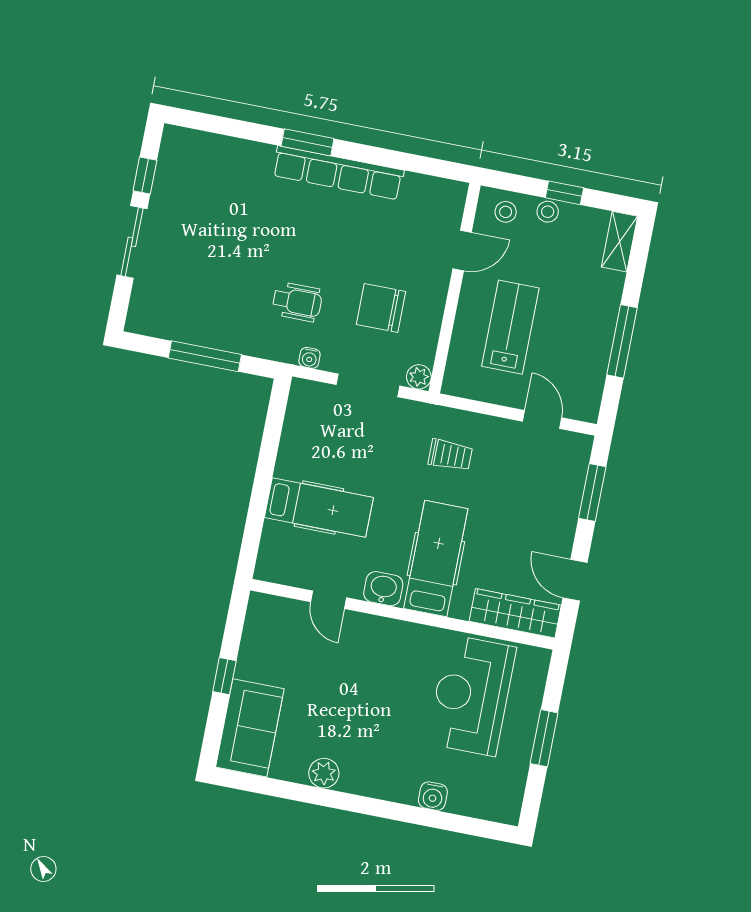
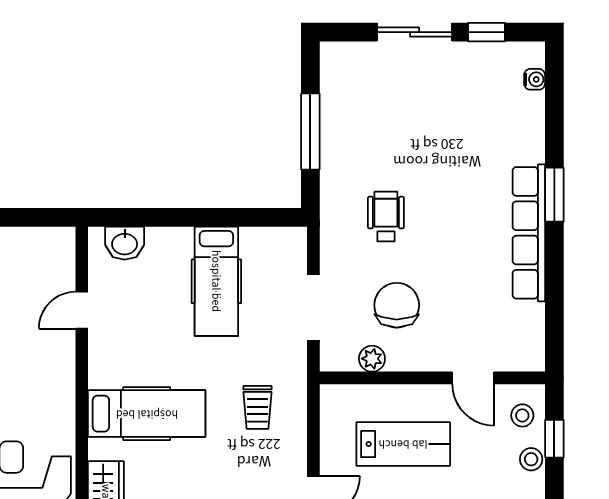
window: (564, 193) -> (554, 439), moved
wheelchair: (297, 302) -> (386, 217), turned 180
water cooler: (310, 358) -> (535, 79), moved, turned 180
plant: (419, 377) -> (372, 359), moved
hospital bed: (319, 508) -> (216, 281), moved
washbasin: (383, 589) -> (125, 243), moved, turned 90

